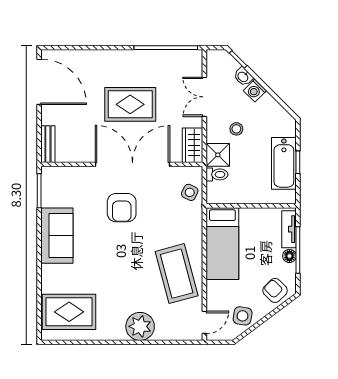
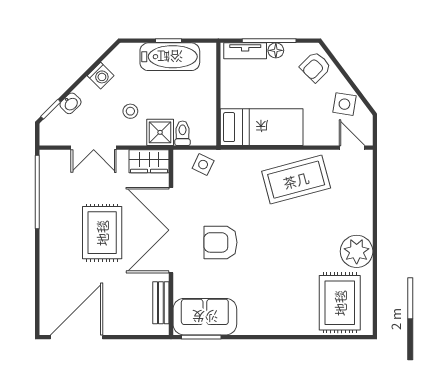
washing machine: (255, 91) -> (101, 76), moved
bench: (48, 144) -> (161, 303), moved, turned 90
armchair: (122, 208) -> (220, 242), turned 180
sofa: (57, 236) -> (205, 317), moved
plant: (140, 326) -> (357, 251), moved

